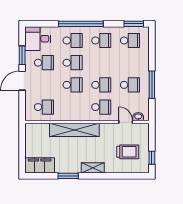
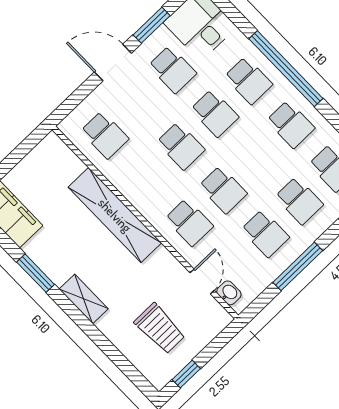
school desk: (130, 63) -> (299, 201), added

